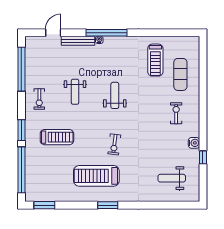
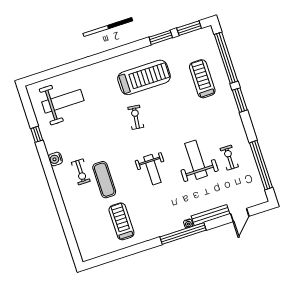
exercise mat: (180, 74) -> (104, 180), moved
weight bench: (75, 92) -> (196, 160), width x1.36, depth x1.33
exercise bike: (39, 99) -> (229, 158), moved
treadmill: (57, 137) -> (202, 79), moved, turned 90
water cooler: (194, 143) -> (55, 159), moved
weight bench: (172, 178) -> (63, 101), width x1.36, depth x1.33
window: (108, 205) -> (161, 37), moved

